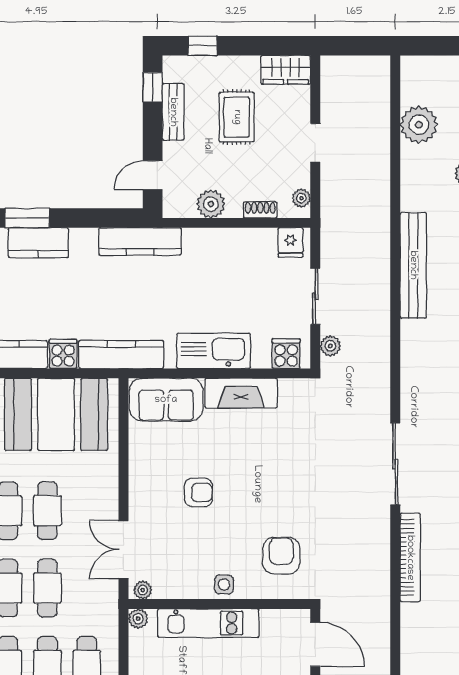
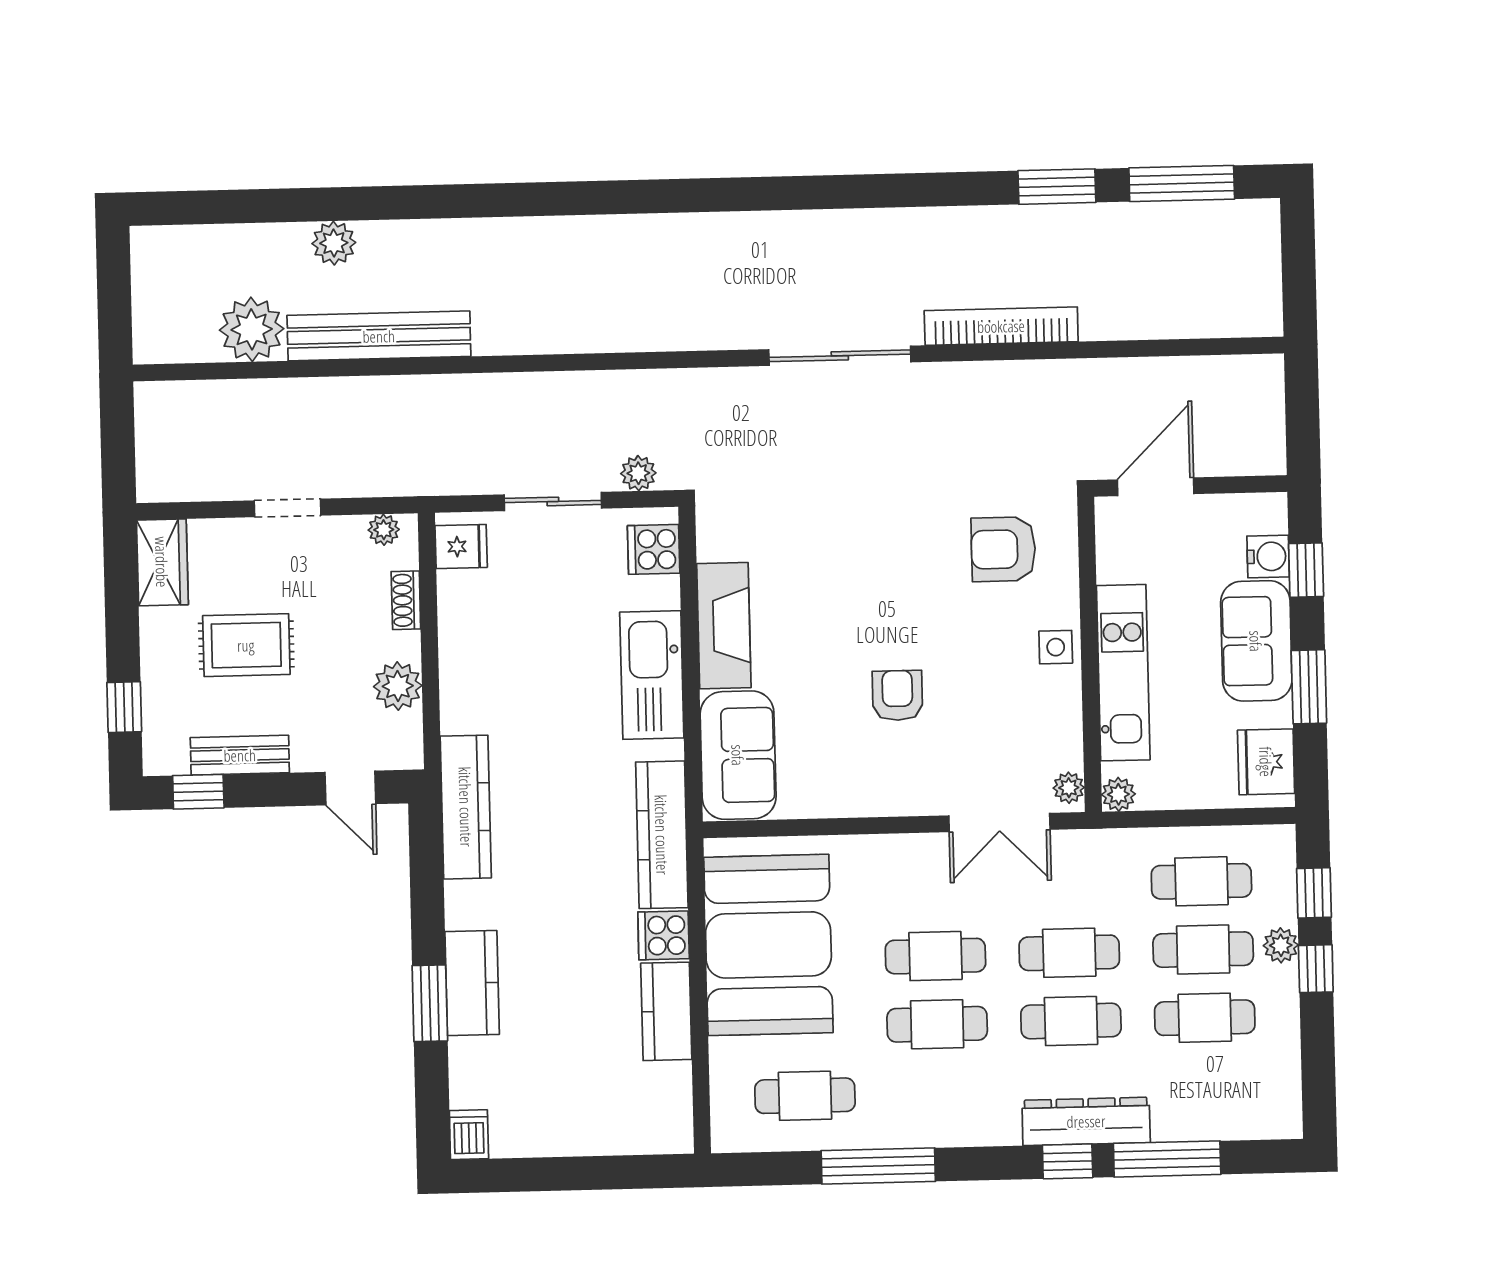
bench: (413, 265) -> (379, 336), moved

